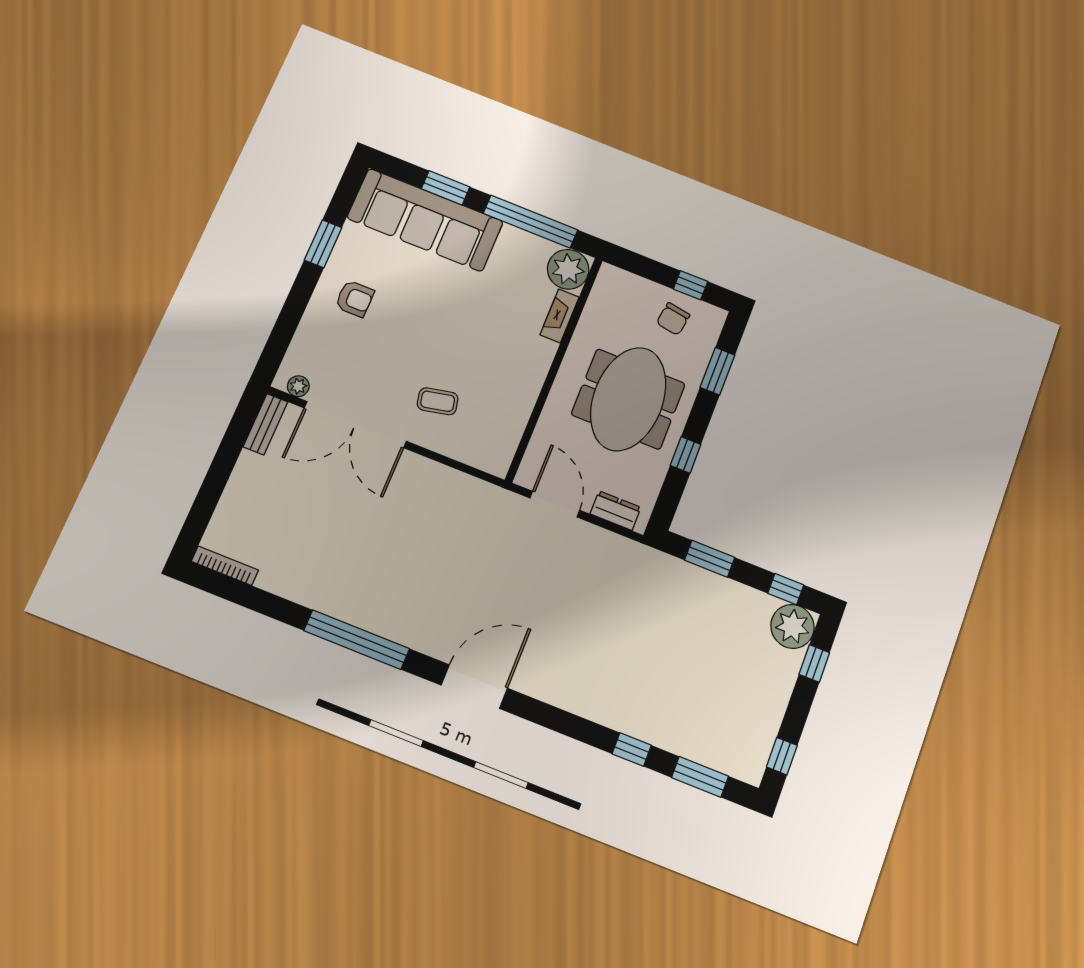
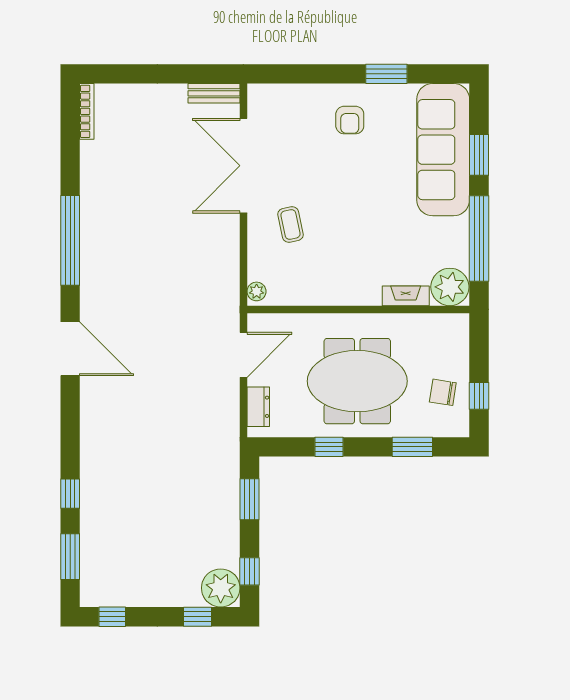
plant: (298, 386) -> (257, 291), moved

